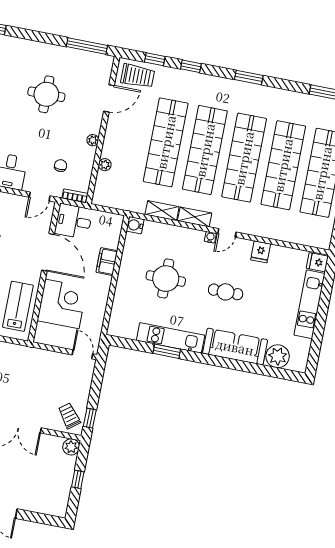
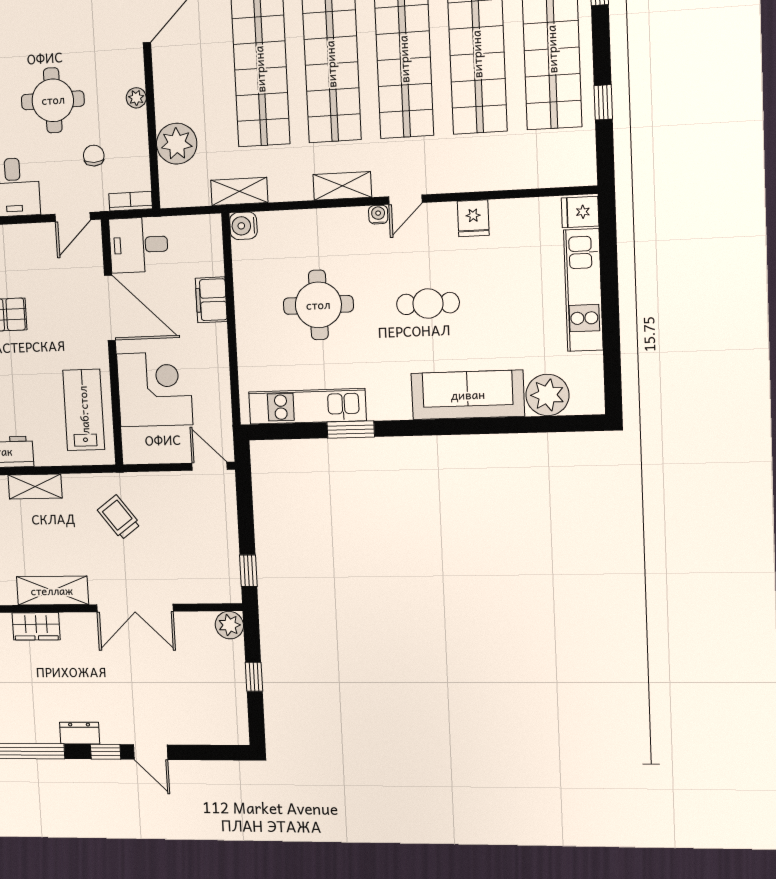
round table: (46, 94) -> (53, 100), moved
plant: (105, 165) -> (177, 144), width x1.88, depth x1.88
shelving: (162, 211) -> (239, 191), moved
kitchen unit: (171, 338) -> (307, 406), moved
trolley: (69, 416) -> (119, 517), moved

